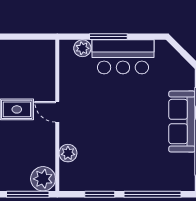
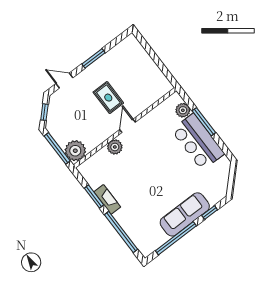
plant: (68, 153) -> (115, 147), moved
fireplace: (112, 184) -> (107, 199), added

